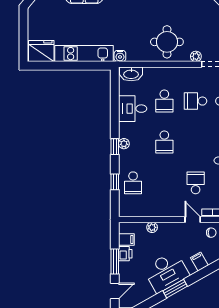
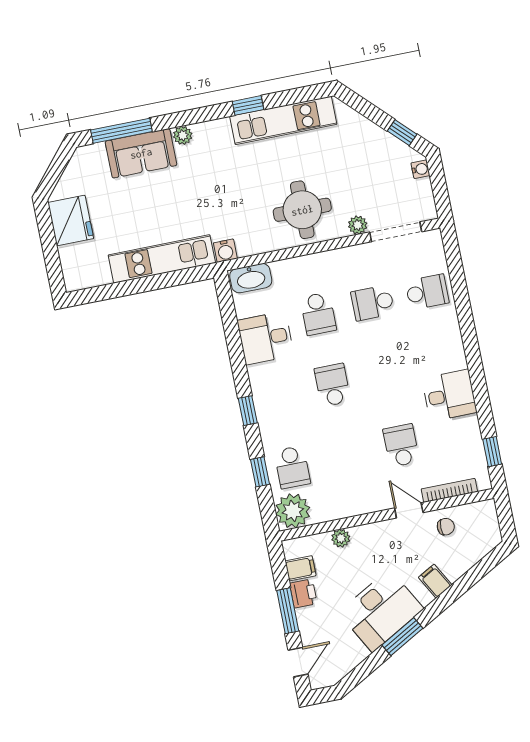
fridge: (41, 51) -> (71, 221), moved, turned 90
school desk: (164, 142) -> (332, 385), turned 180
plant: (124, 144) -> (293, 511), moved, width x1.88, depth x1.88

